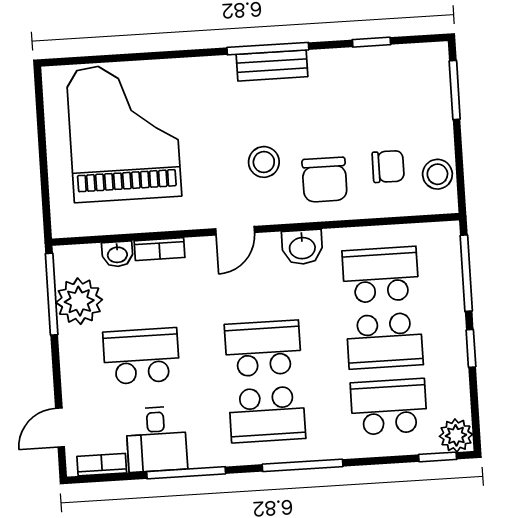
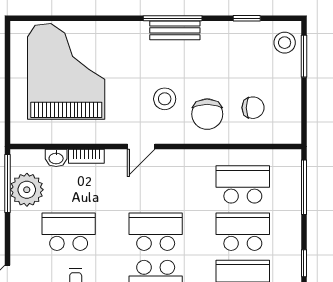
stool: (437, 174) -> (285, 43), moved
washbasin: (302, 247) -> (188, 161), removed
school desk: (385, 341) -> (243, 232), turned 180
window: (471, 348) -> (304, 263), moved

